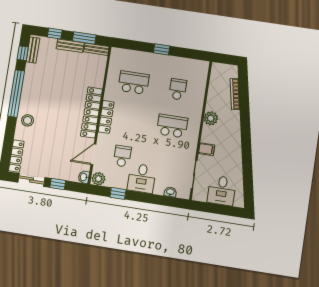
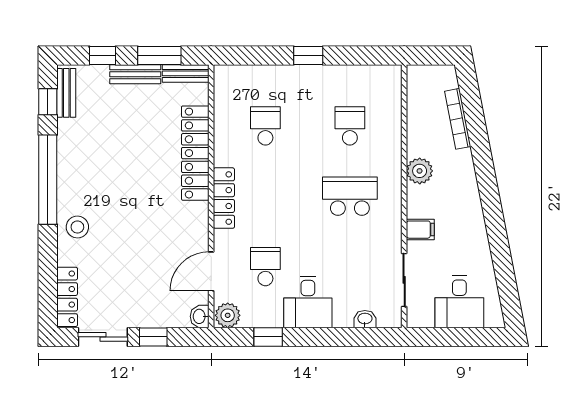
school desk: (134, 83) -> (265, 126), width x0.54
locker: (91, 113) -> (195, 153), moved

